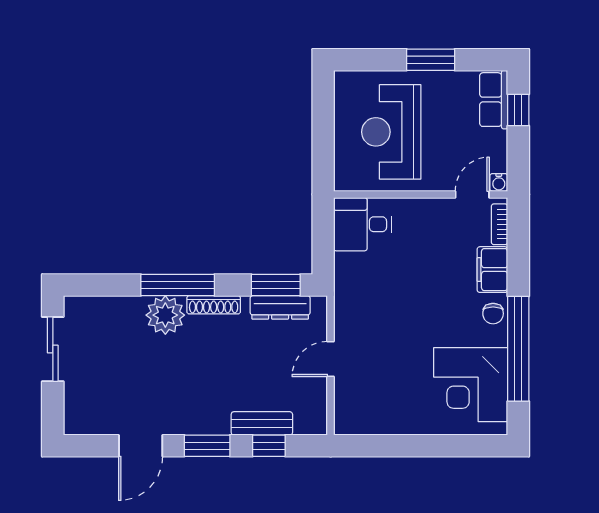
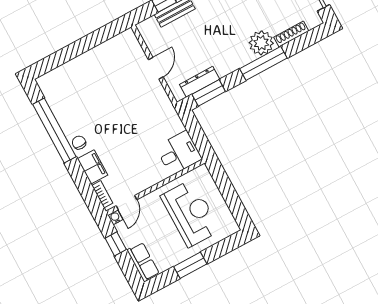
window: (518, 110) -> (116, 244), moved
shoe rack: (214, 305) -> (291, 34), moved
corner desk: (471, 385) -> (70, 96), removed

